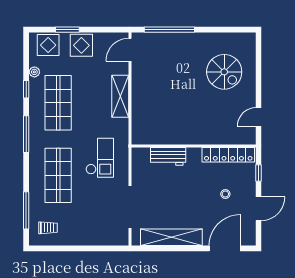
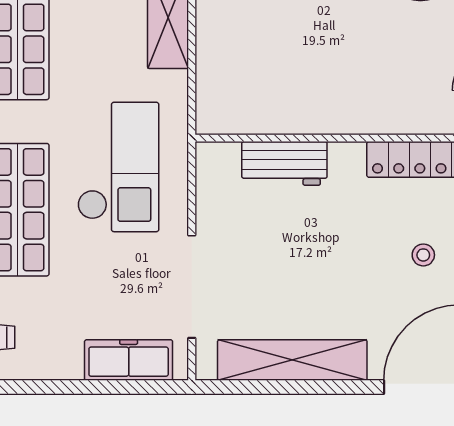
checkout: (100, 158) -> (118, 167), width x1.36, depth x1.21
freezer: (104, 237) -> (129, 360), added

